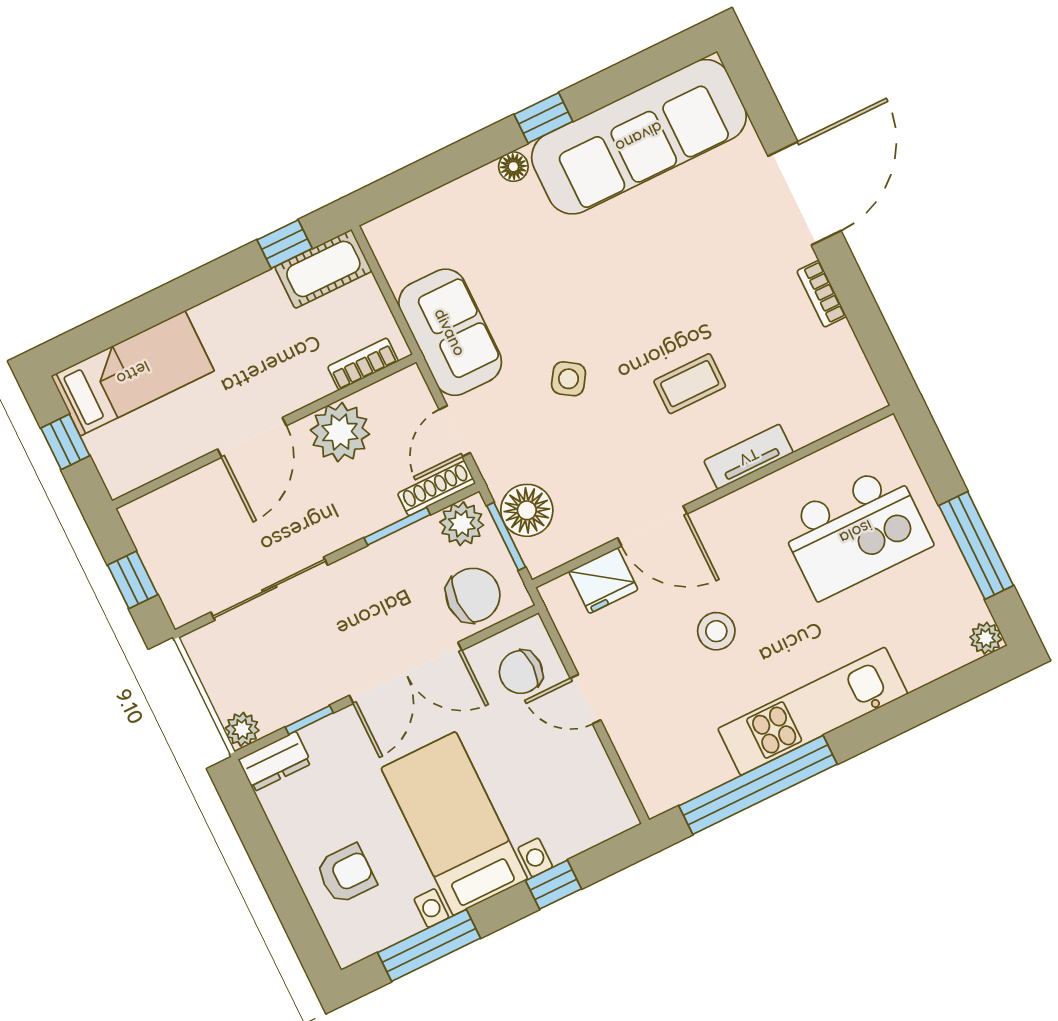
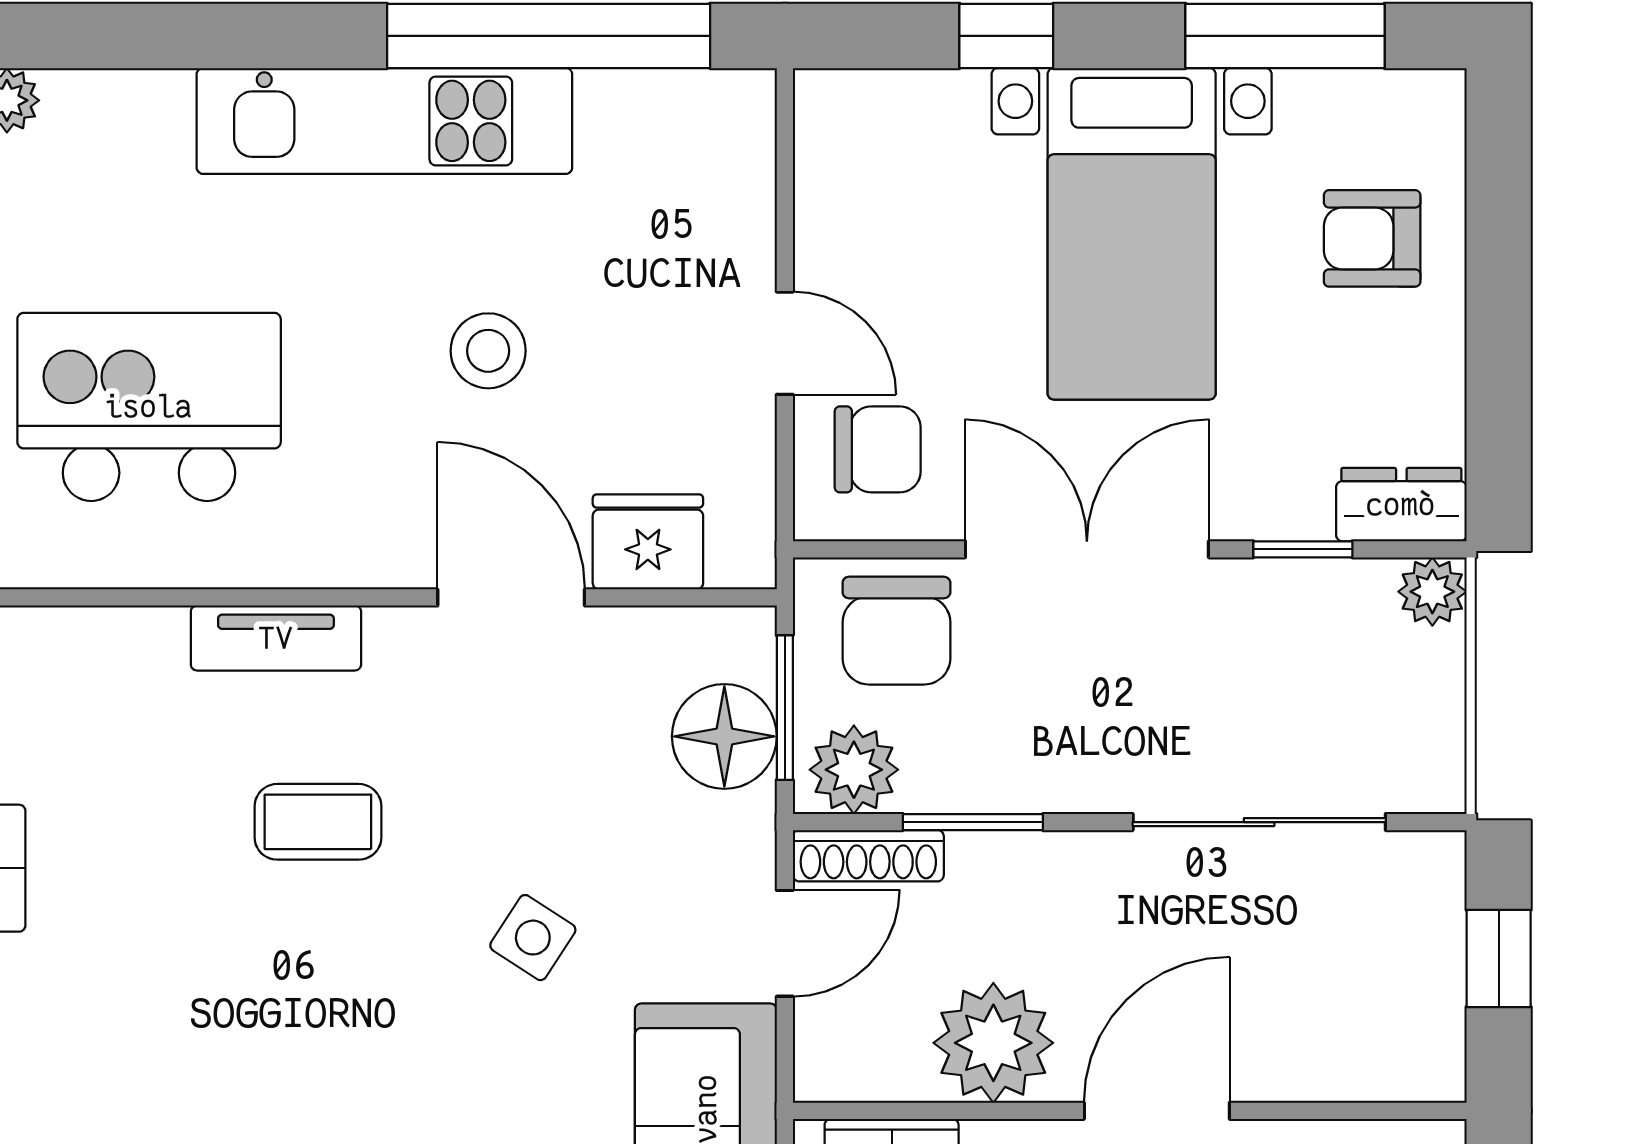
chair: (473, 595) -> (896, 631), turned -90

